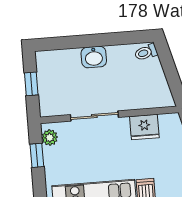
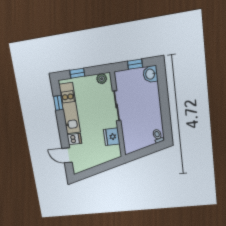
washbasin: (94, 57) -> (150, 74), moved
window: (37, 155) -> (77, 73), moved

